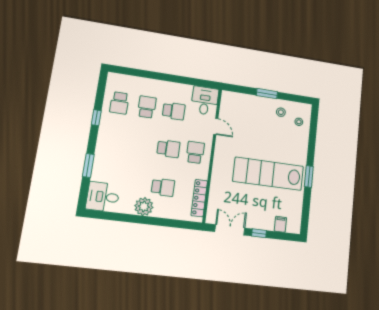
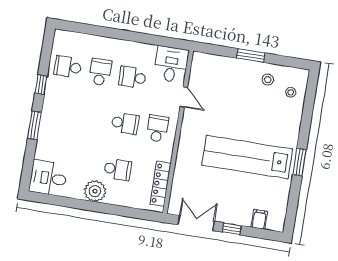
school desk: (119, 103) -> (68, 67), turned 90
school desk: (174, 111) -> (132, 77), turned 180
window: (88, 165) -> (34, 125), moved

